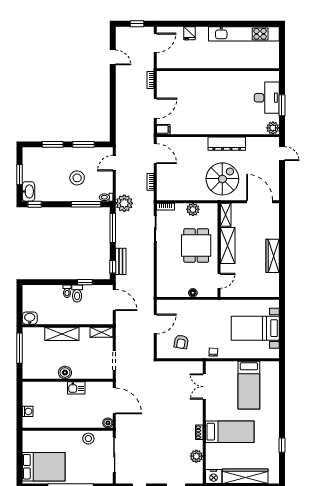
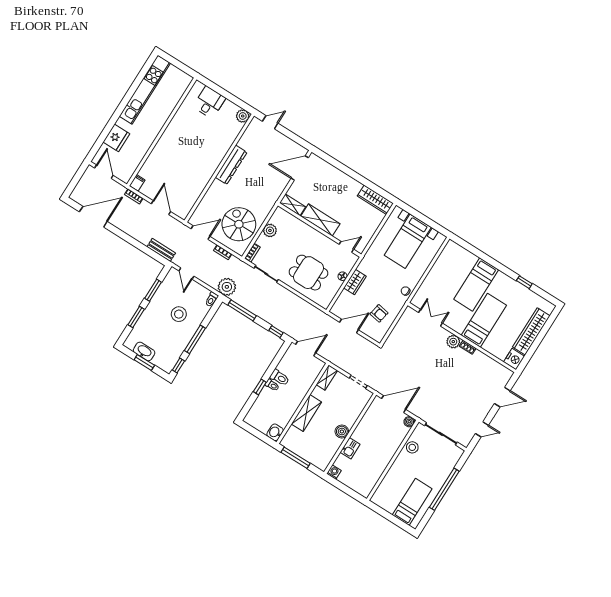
window: (137, 24) -> (77, 177), removed
fridge: (189, 33) -> (116, 138), width x1.88, depth x1.34
door: (113, 57) -> (93, 217), width x1.87
desk: (267, 98) -> (209, 102), width x0.73
window: (282, 105) -> (228, 96), removed
filing cabinet: (163, 129) -> (137, 183), moved
spiral stairs: (222, 179) -> (239, 224), moved
washbasin: (28, 191) -> (144, 351), moved
window: (86, 204) -> (195, 339), moved
dining table: (196, 246) -> (308, 273), moved
wardrobe: (273, 256) -> (375, 200), moved
bench: (121, 261) -> (161, 250), moved
door: (219, 281) -> (346, 247), hinge flipped
window: (85, 282) -> (260, 387), moved
wardrobe: (194, 306) -> (355, 282), added
door: (155, 324) -> (349, 326), hinge flipped
bed: (249, 385) -> (476, 284), moved, turned 90
double door: (204, 387) -> (430, 318), swing flipped
kitchen sink: (76, 388) -> (350, 448), moved
washing machine: (28, 411) -> (334, 472), moved
plant: (196, 456) -> (453, 342), moved
bed: (44, 467) -> (412, 502), width x0.67

